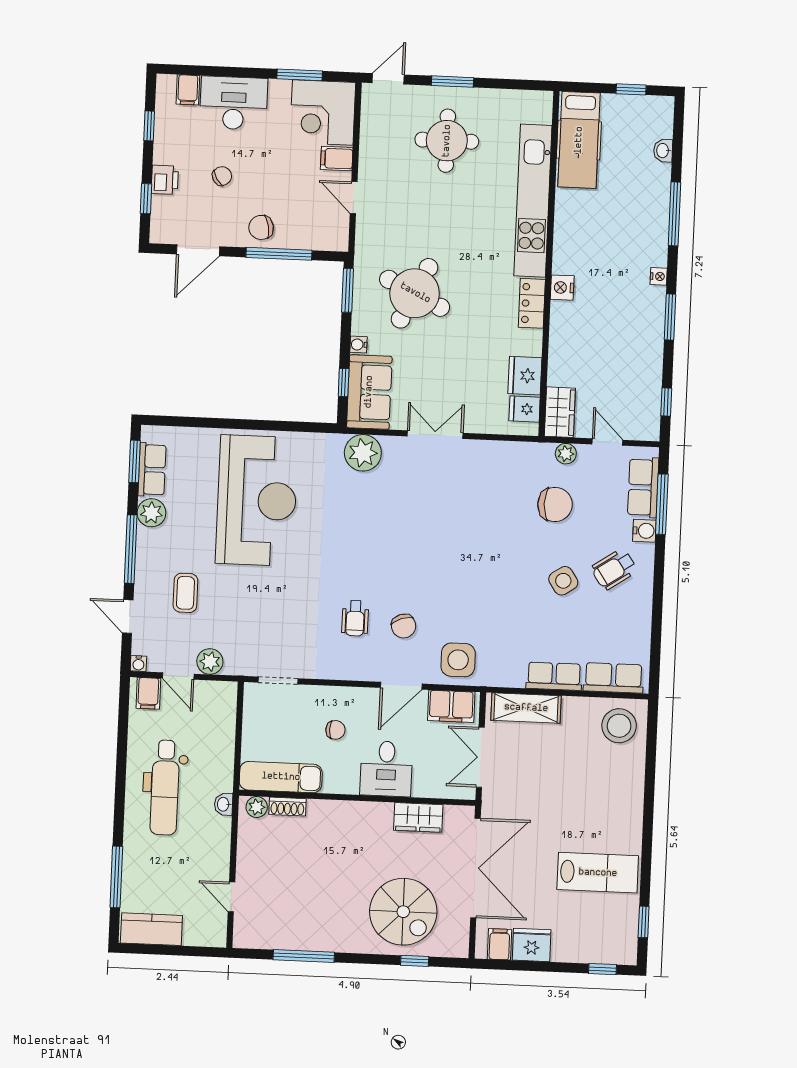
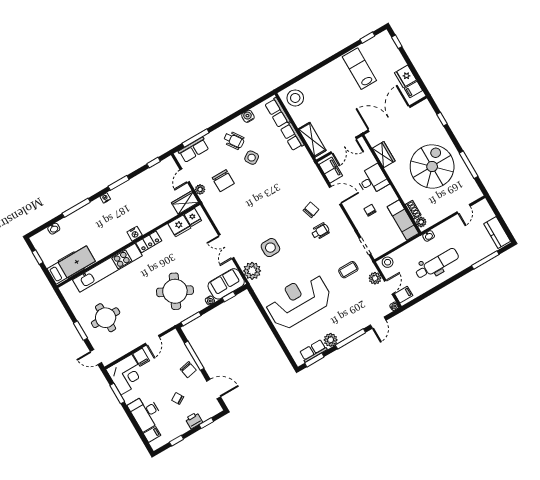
chair: (555, 504) -> (223, 181), turned 180
water cooler: (644, 531) -> (248, 116), moved
coffee table: (185, 593) -> (348, 270), moved
side table: (458, 660) -> (270, 248), moved
stool: (224, 702) -> (388, 262), added
spiral stairs: (403, 912) -> (432, 167), moved, width x1.37, depth x1.37

